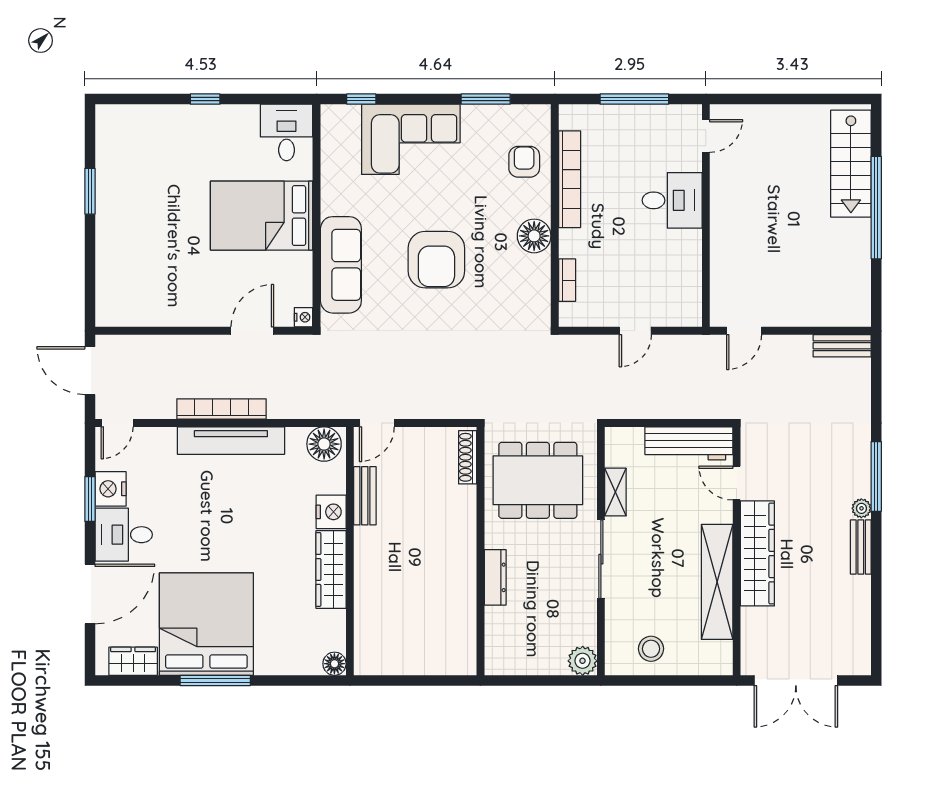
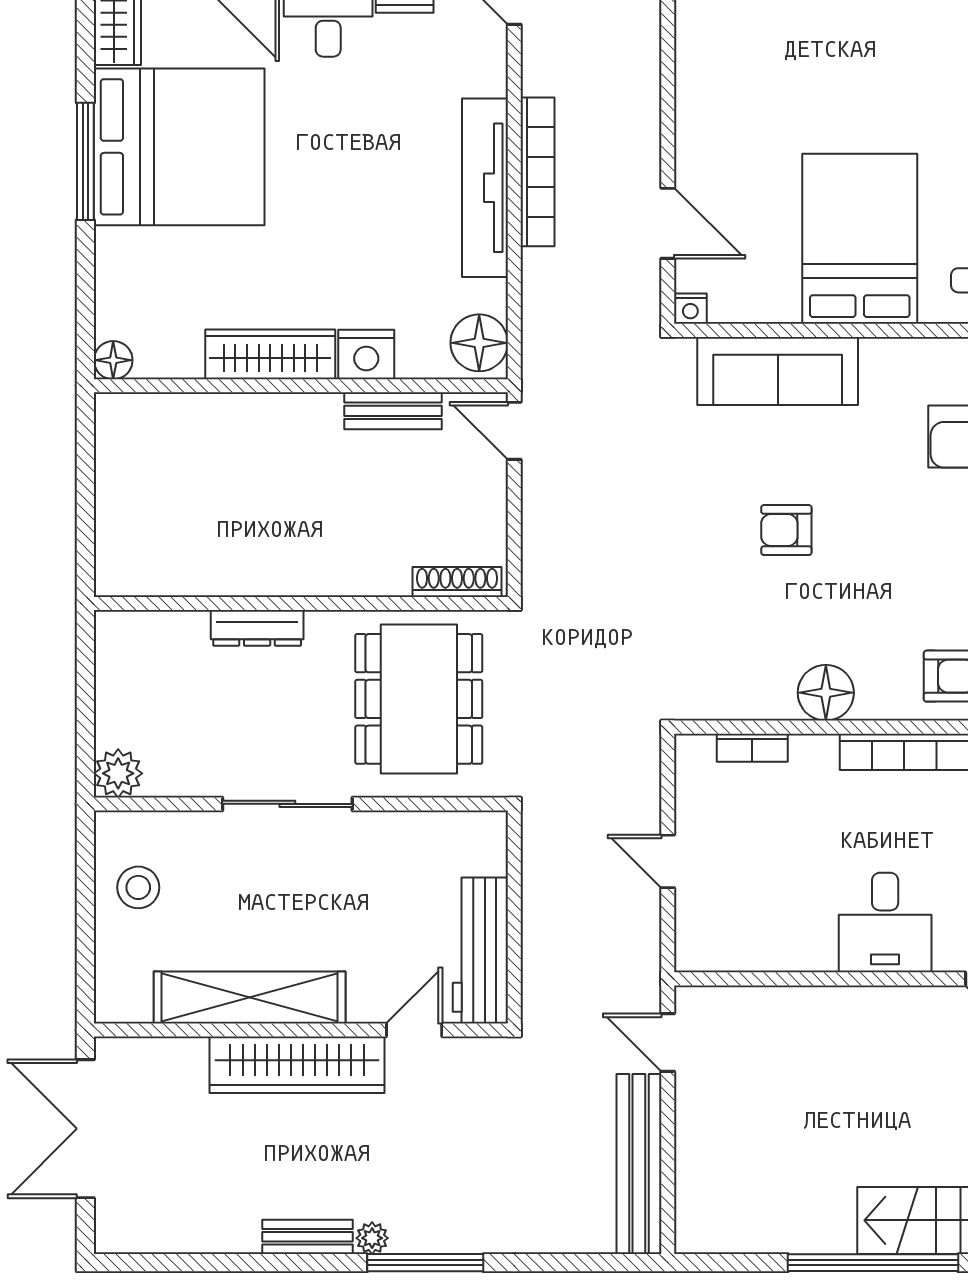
armchair: (436, 260) -> (786, 530), width x0.53, depth x0.53
bench: (842, 346) -> (639, 1164), width x1.86, depth x1.21
shelving: (615, 492) -> (399, 828), removed

